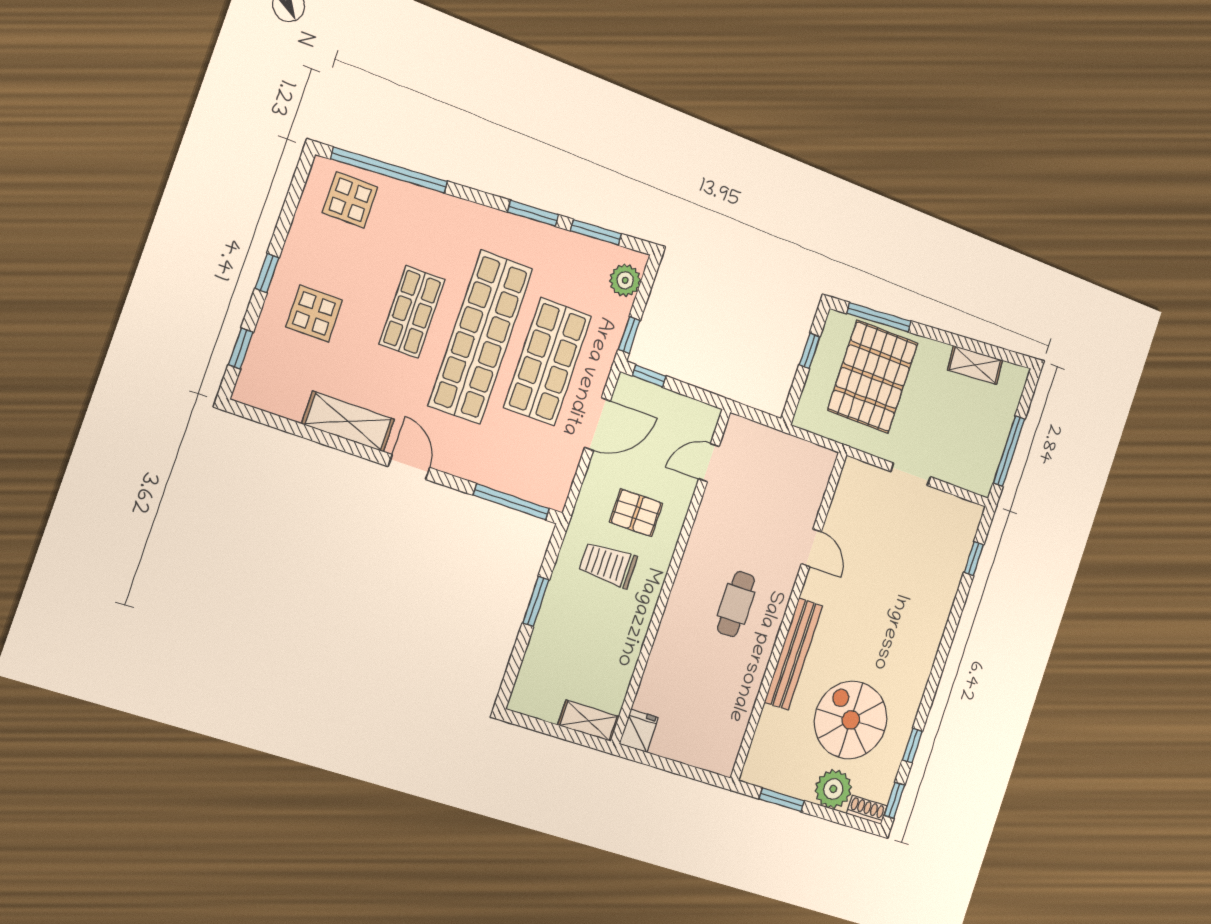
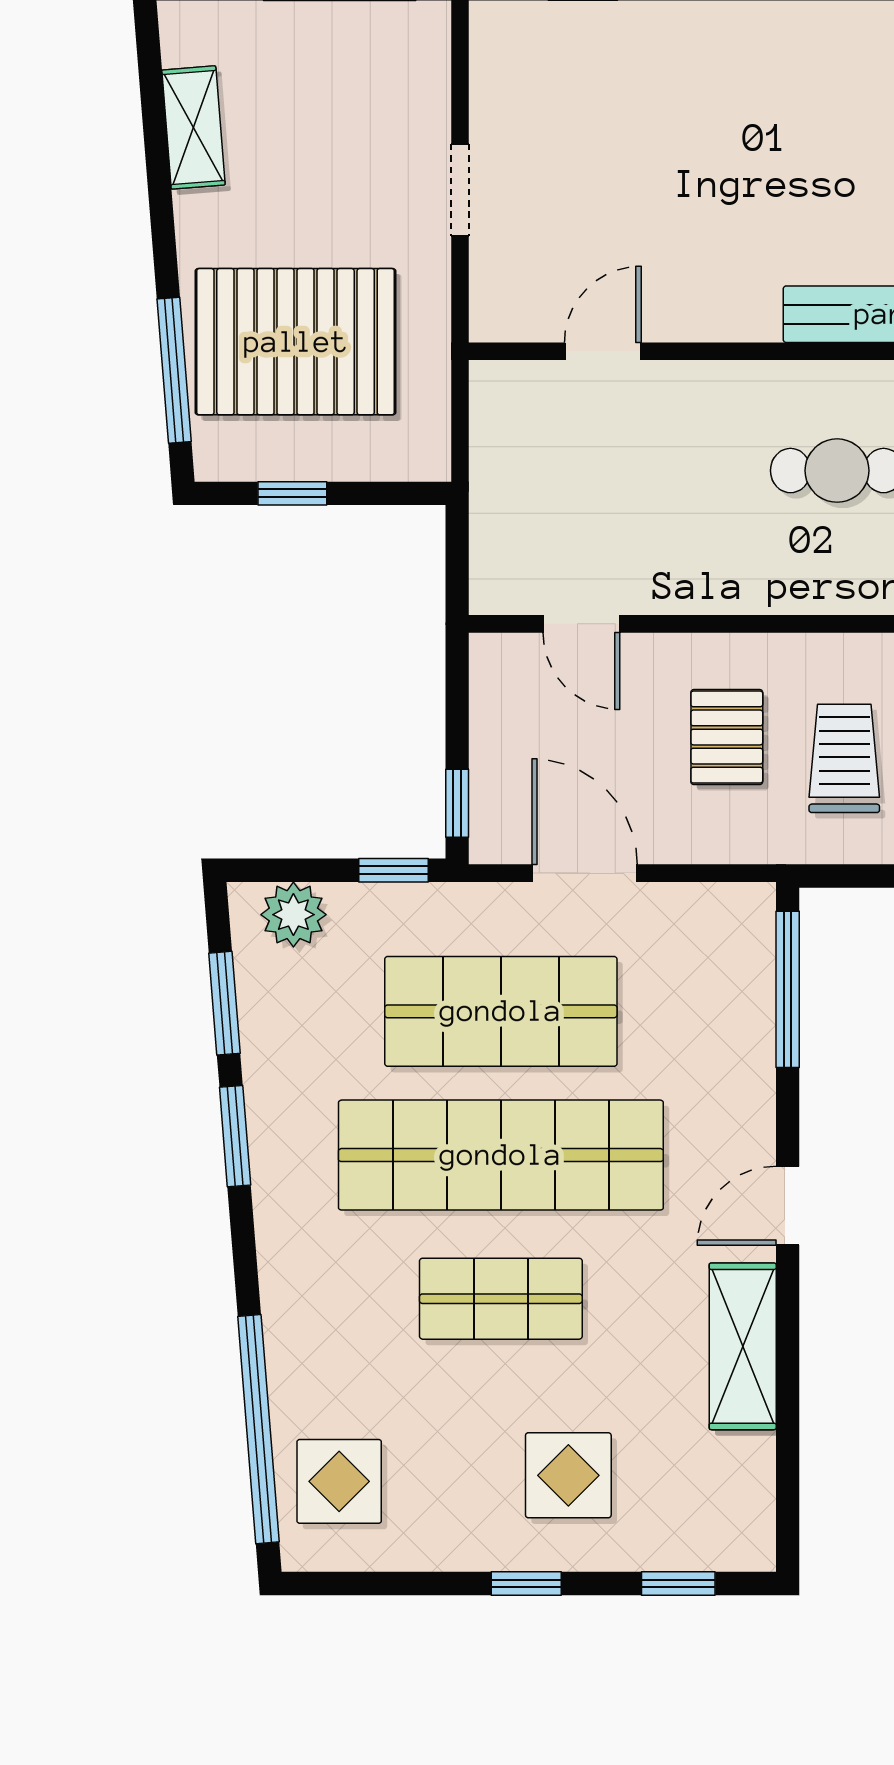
door: (811, 548) -> (603, 351), moved
trolley: (608, 565) -> (844, 758), turned 180

